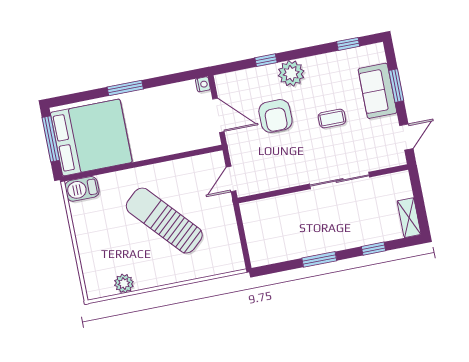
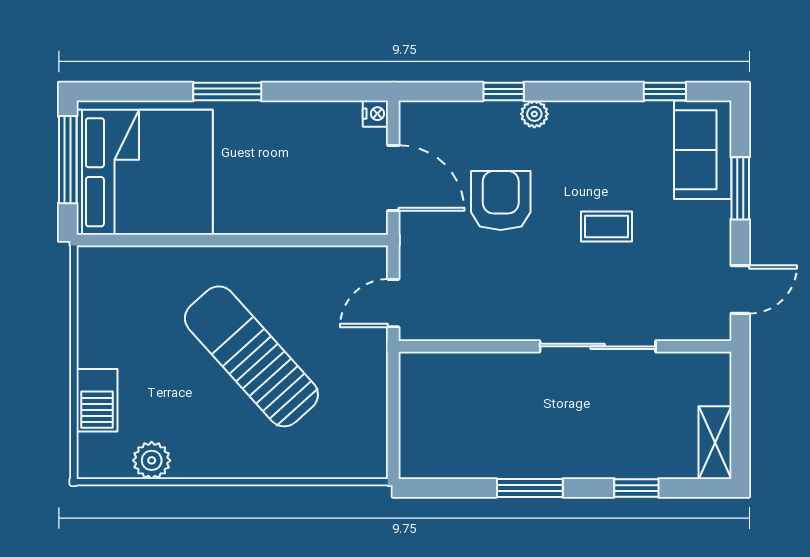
plant: (291, 73) -> (534, 114), width x0.53, depth x0.53
sofa: (377, 91) -> (703, 150), moved
armchair: (275, 116) -> (501, 200), turned 180
barbecue: (82, 189) -> (97, 400), moved, turned -90

